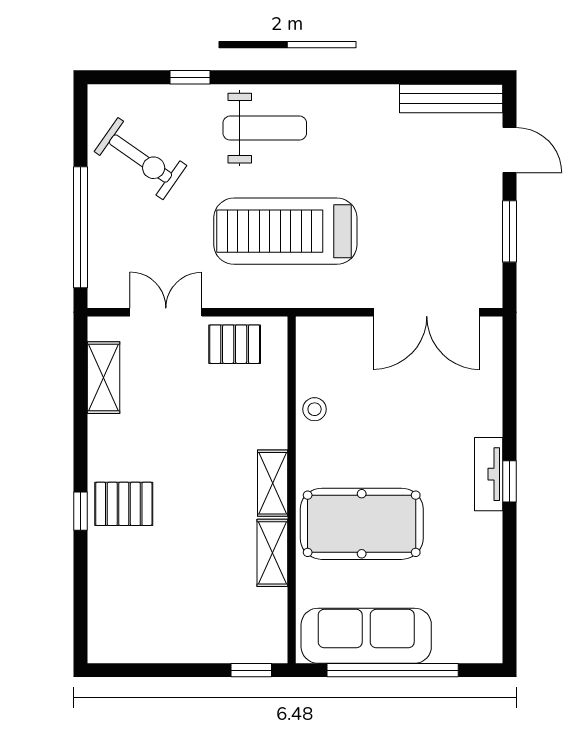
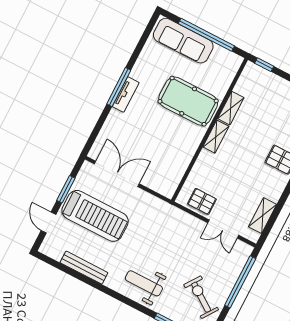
bench: (451, 98) -> (84, 268), moved
treadmill: (285, 231) -> (95, 216), moved
stool: (315, 409) -> (183, 158), removed
window: (510, 481) -> (119, 87), width x2.17
sofa: (366, 636) -> (183, 41), moved

